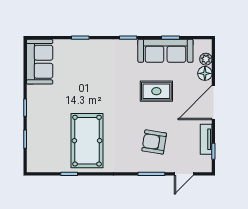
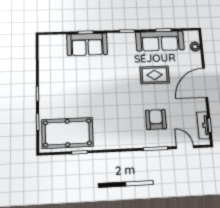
sofa: (40, 62) -> (87, 44), moved, turned 90
floor lamp: (205, 73) -> (195, 59), removed
tv unit: (206, 139) -> (203, 125), moved
pool table: (87, 141) -> (67, 133), moved, turned 90
armchair: (154, 142) -> (156, 119), turned 81
door: (184, 174) -> (185, 147), swing flipped

